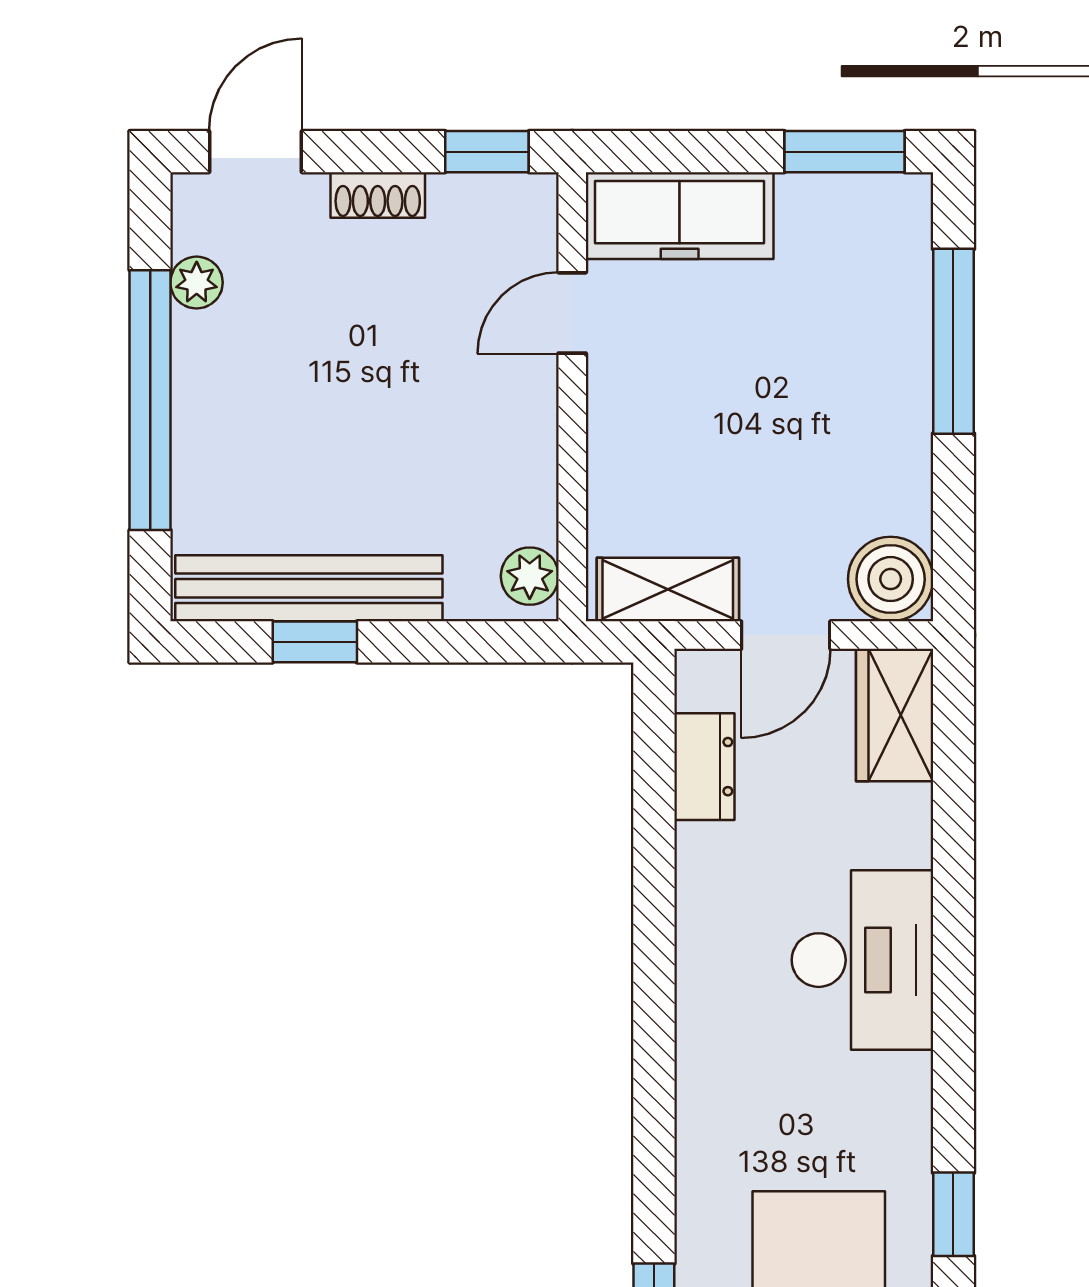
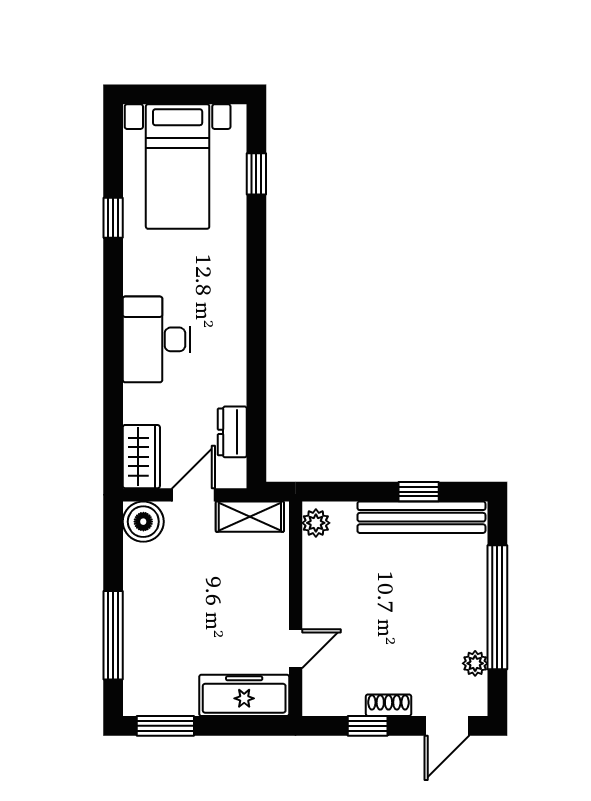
window: (487, 152) -> (368, 726), moved

